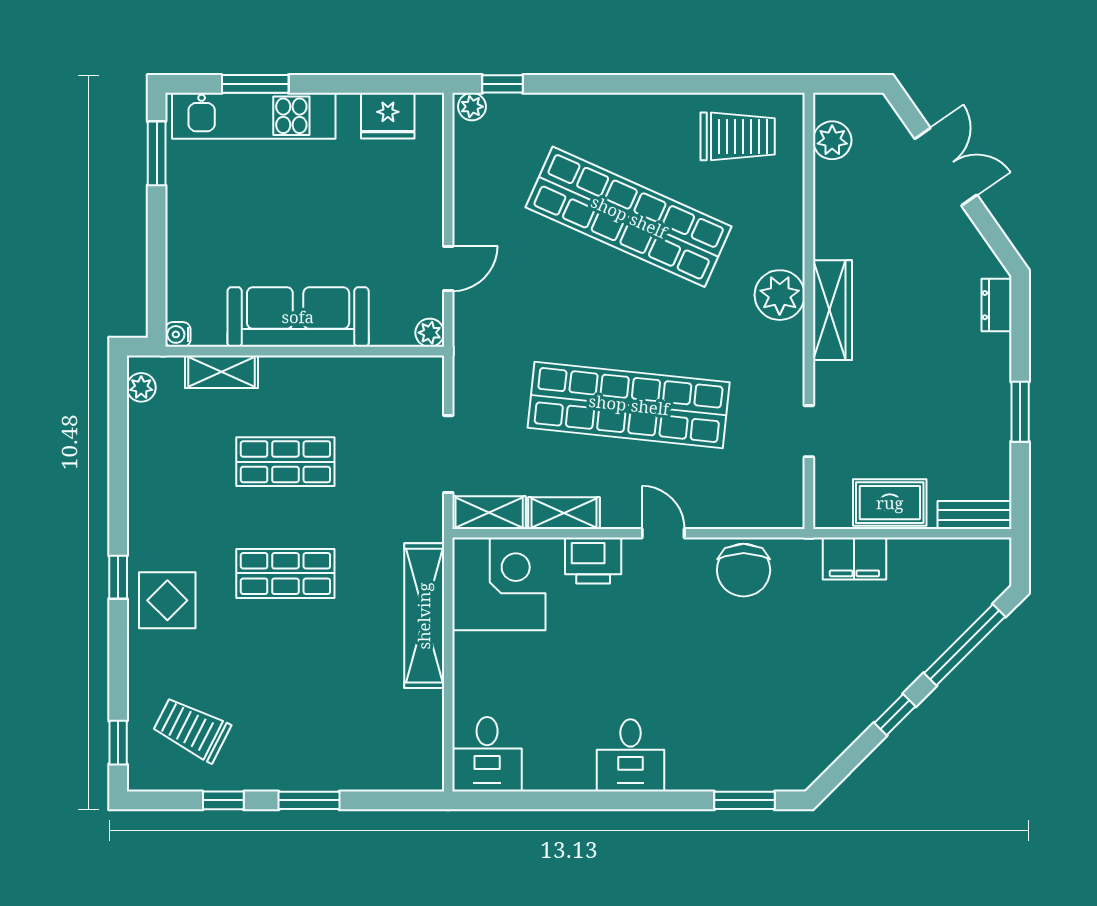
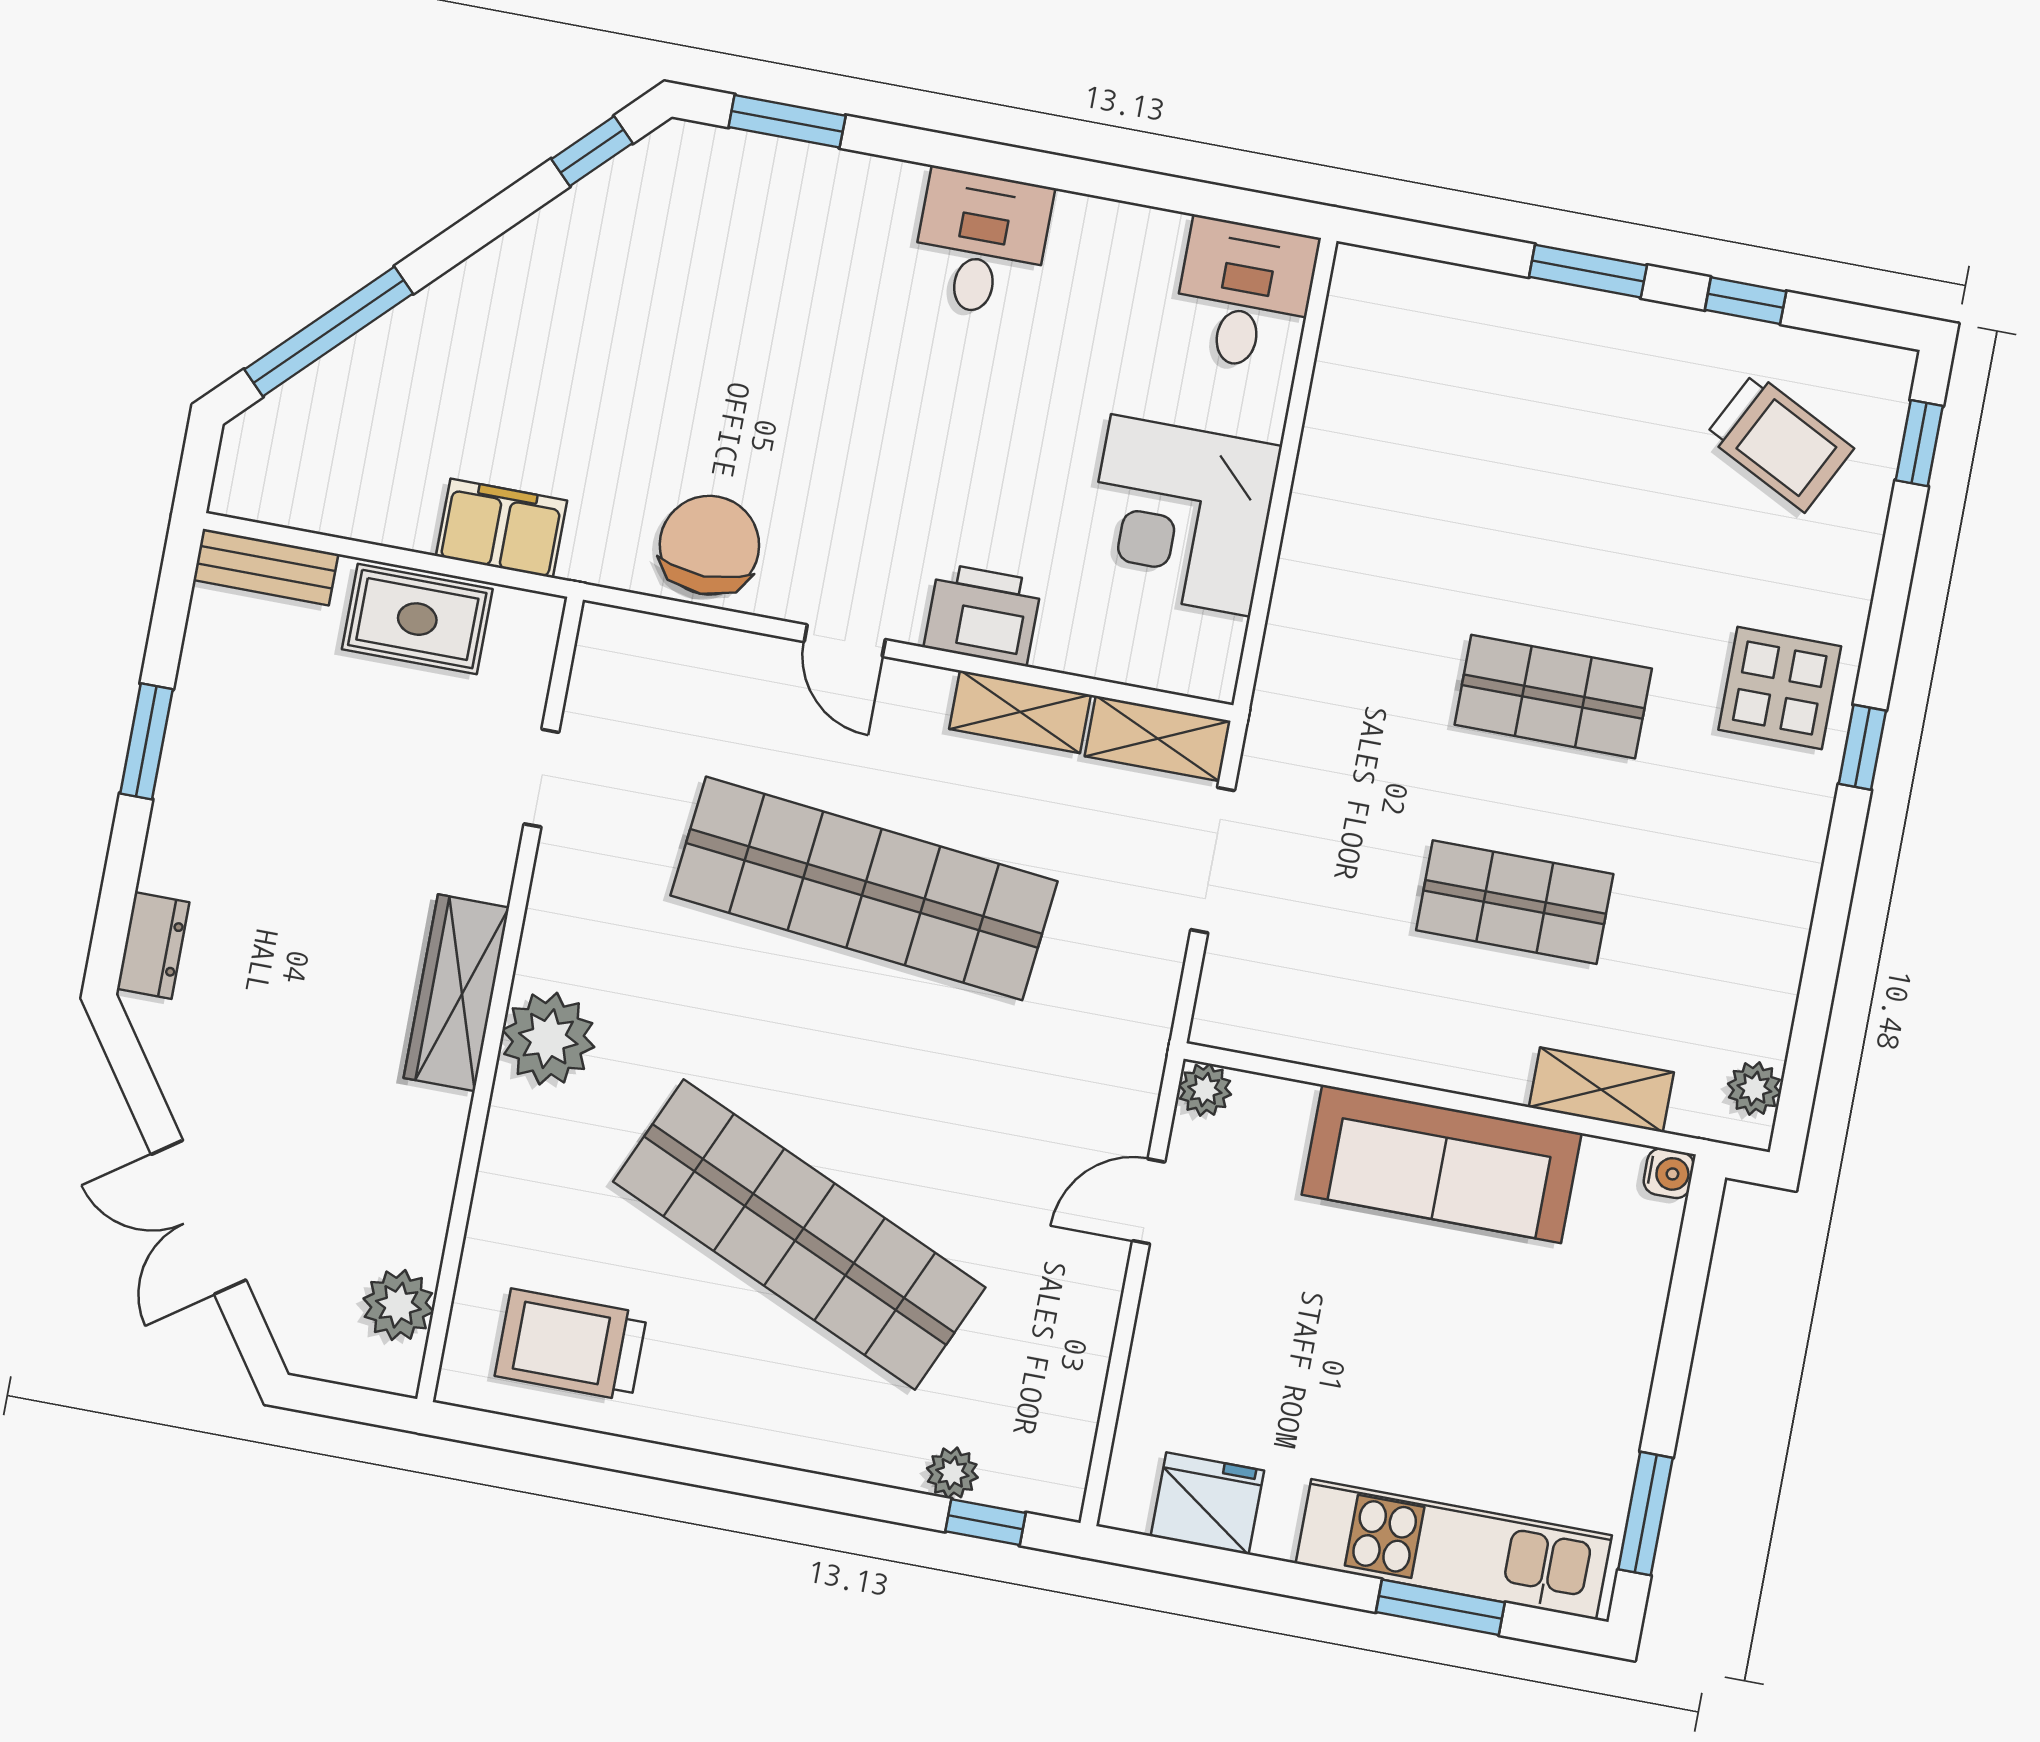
plant: (472, 107) -> (952, 1473), moved
corner desk: (499, 584) -> (1181, 515), moved
shelving: (424, 616) -> (1312, 571), removed
window: (895, 715) -> (592, 151), moved

